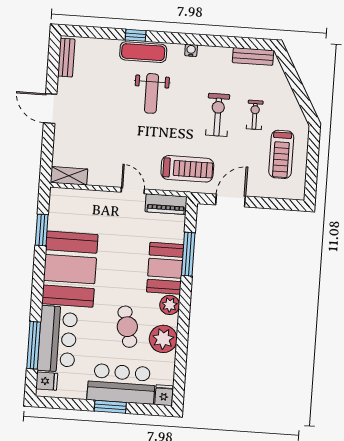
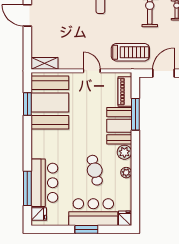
piano: (166, 204) -> (125, 92), moved, turned 90
booth: (70, 269) -> (50, 102), moved
plant: (163, 339) -> (126, 173), width x0.53, depth x0.53

